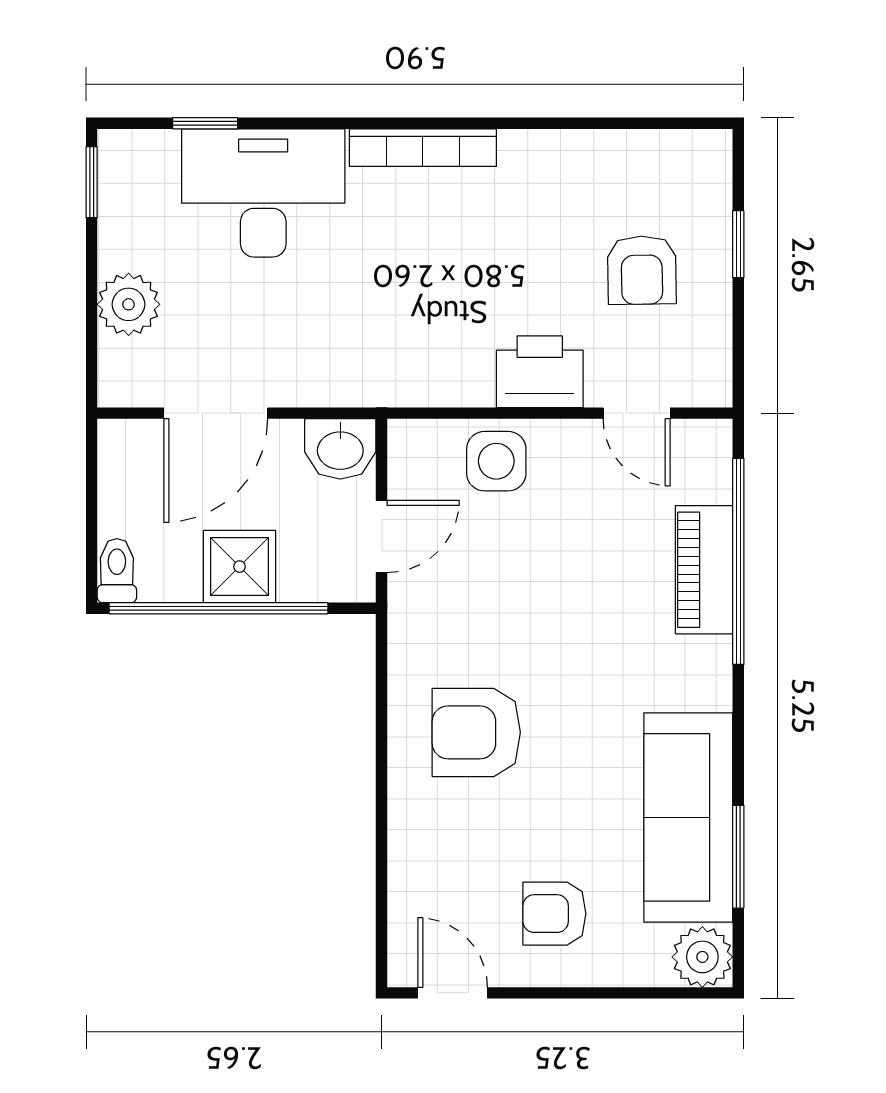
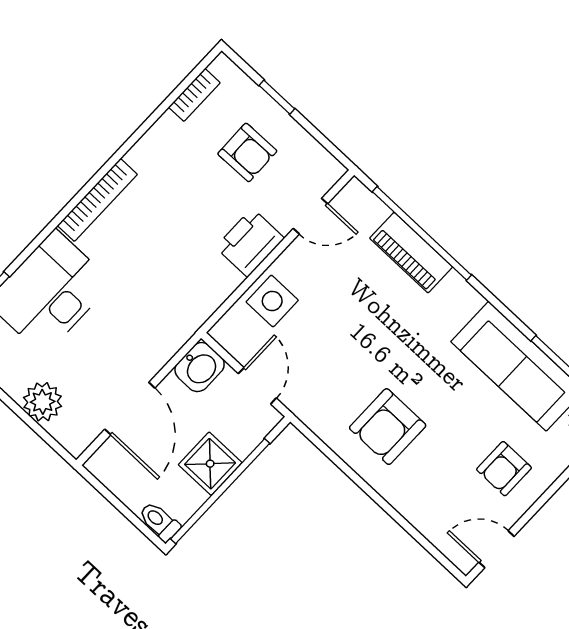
bookcase: (651, 146) -> (194, 95), added

